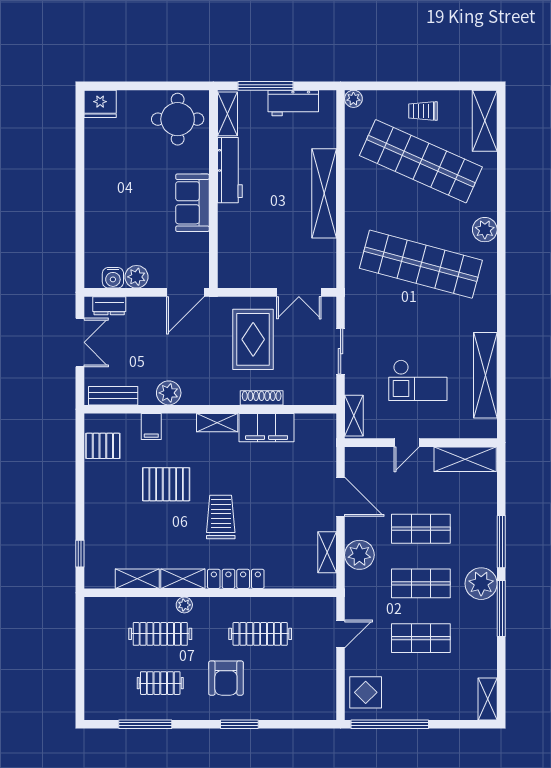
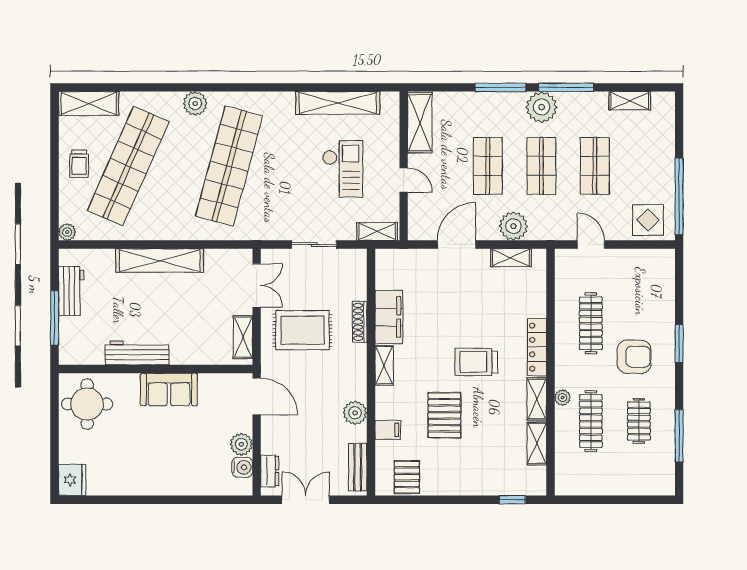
shelving: (227, 114) -> (243, 337), moved, turned 90
shelving: (488, 699) -> (630, 101), moved

